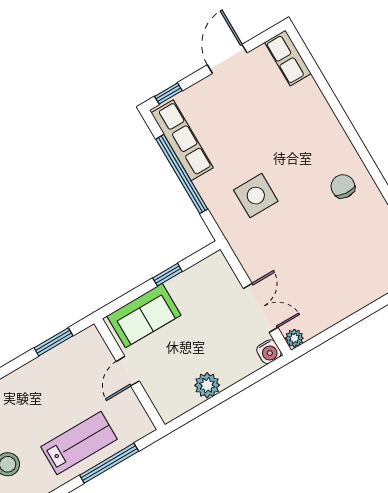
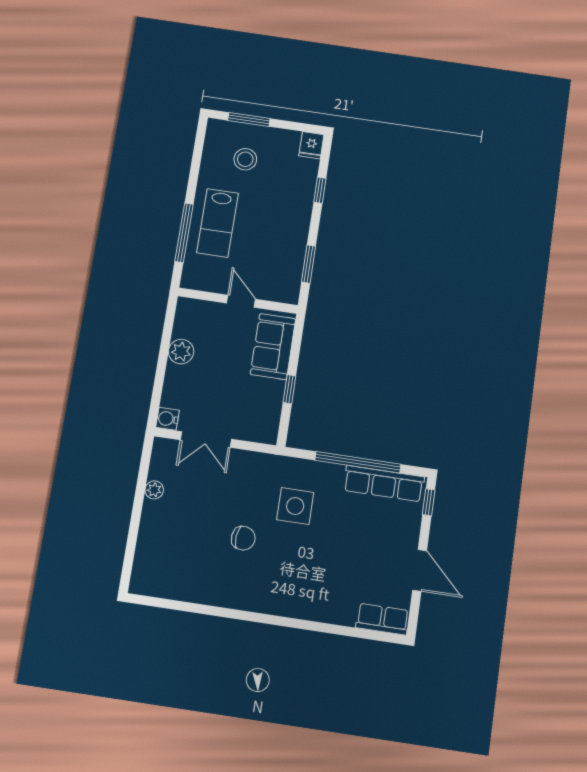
chair: (343, 186) -> (243, 538), moved
plant: (294, 338) -> (154, 490), moved

